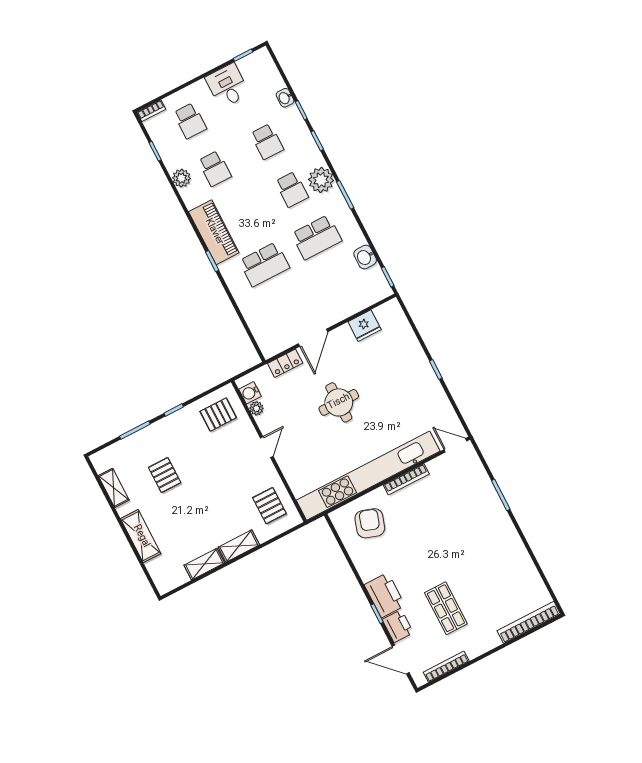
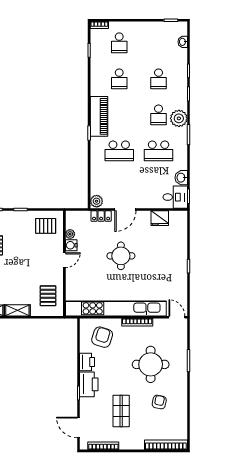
desk: (227, 86) -> (175, 197), moved, turned 90
washbasin: (285, 98) -> (183, 42), moved
plant: (181, 178) -> (97, 201), moved
water cooler: (250, 393) -> (71, 245), moved
round table: (453, 526) -> (151, 364), added
armchair: (490, 570) -> (159, 402), added
printer: (398, 626) -> (87, 362), moved

